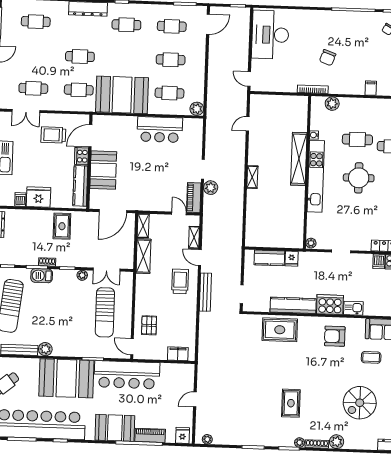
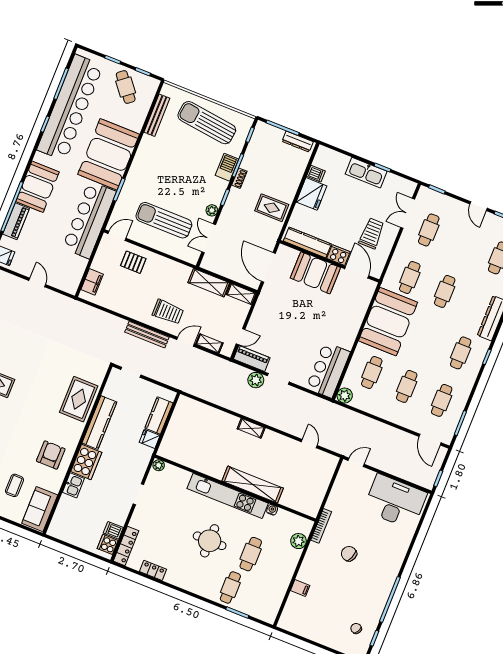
bar counter: (160, 130) -> (328, 370), moved
plant: (45, 349) -> (148, 143), removed

